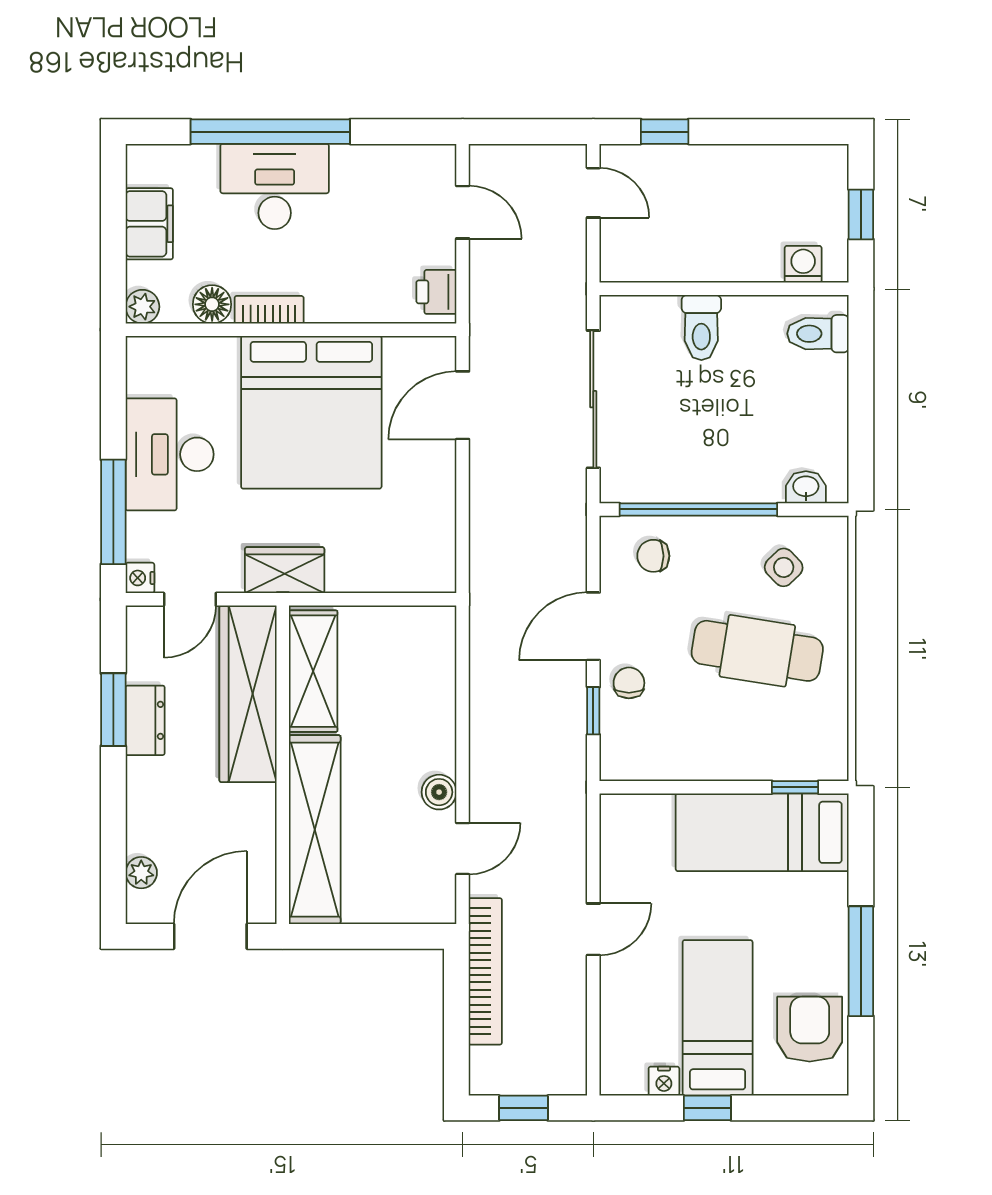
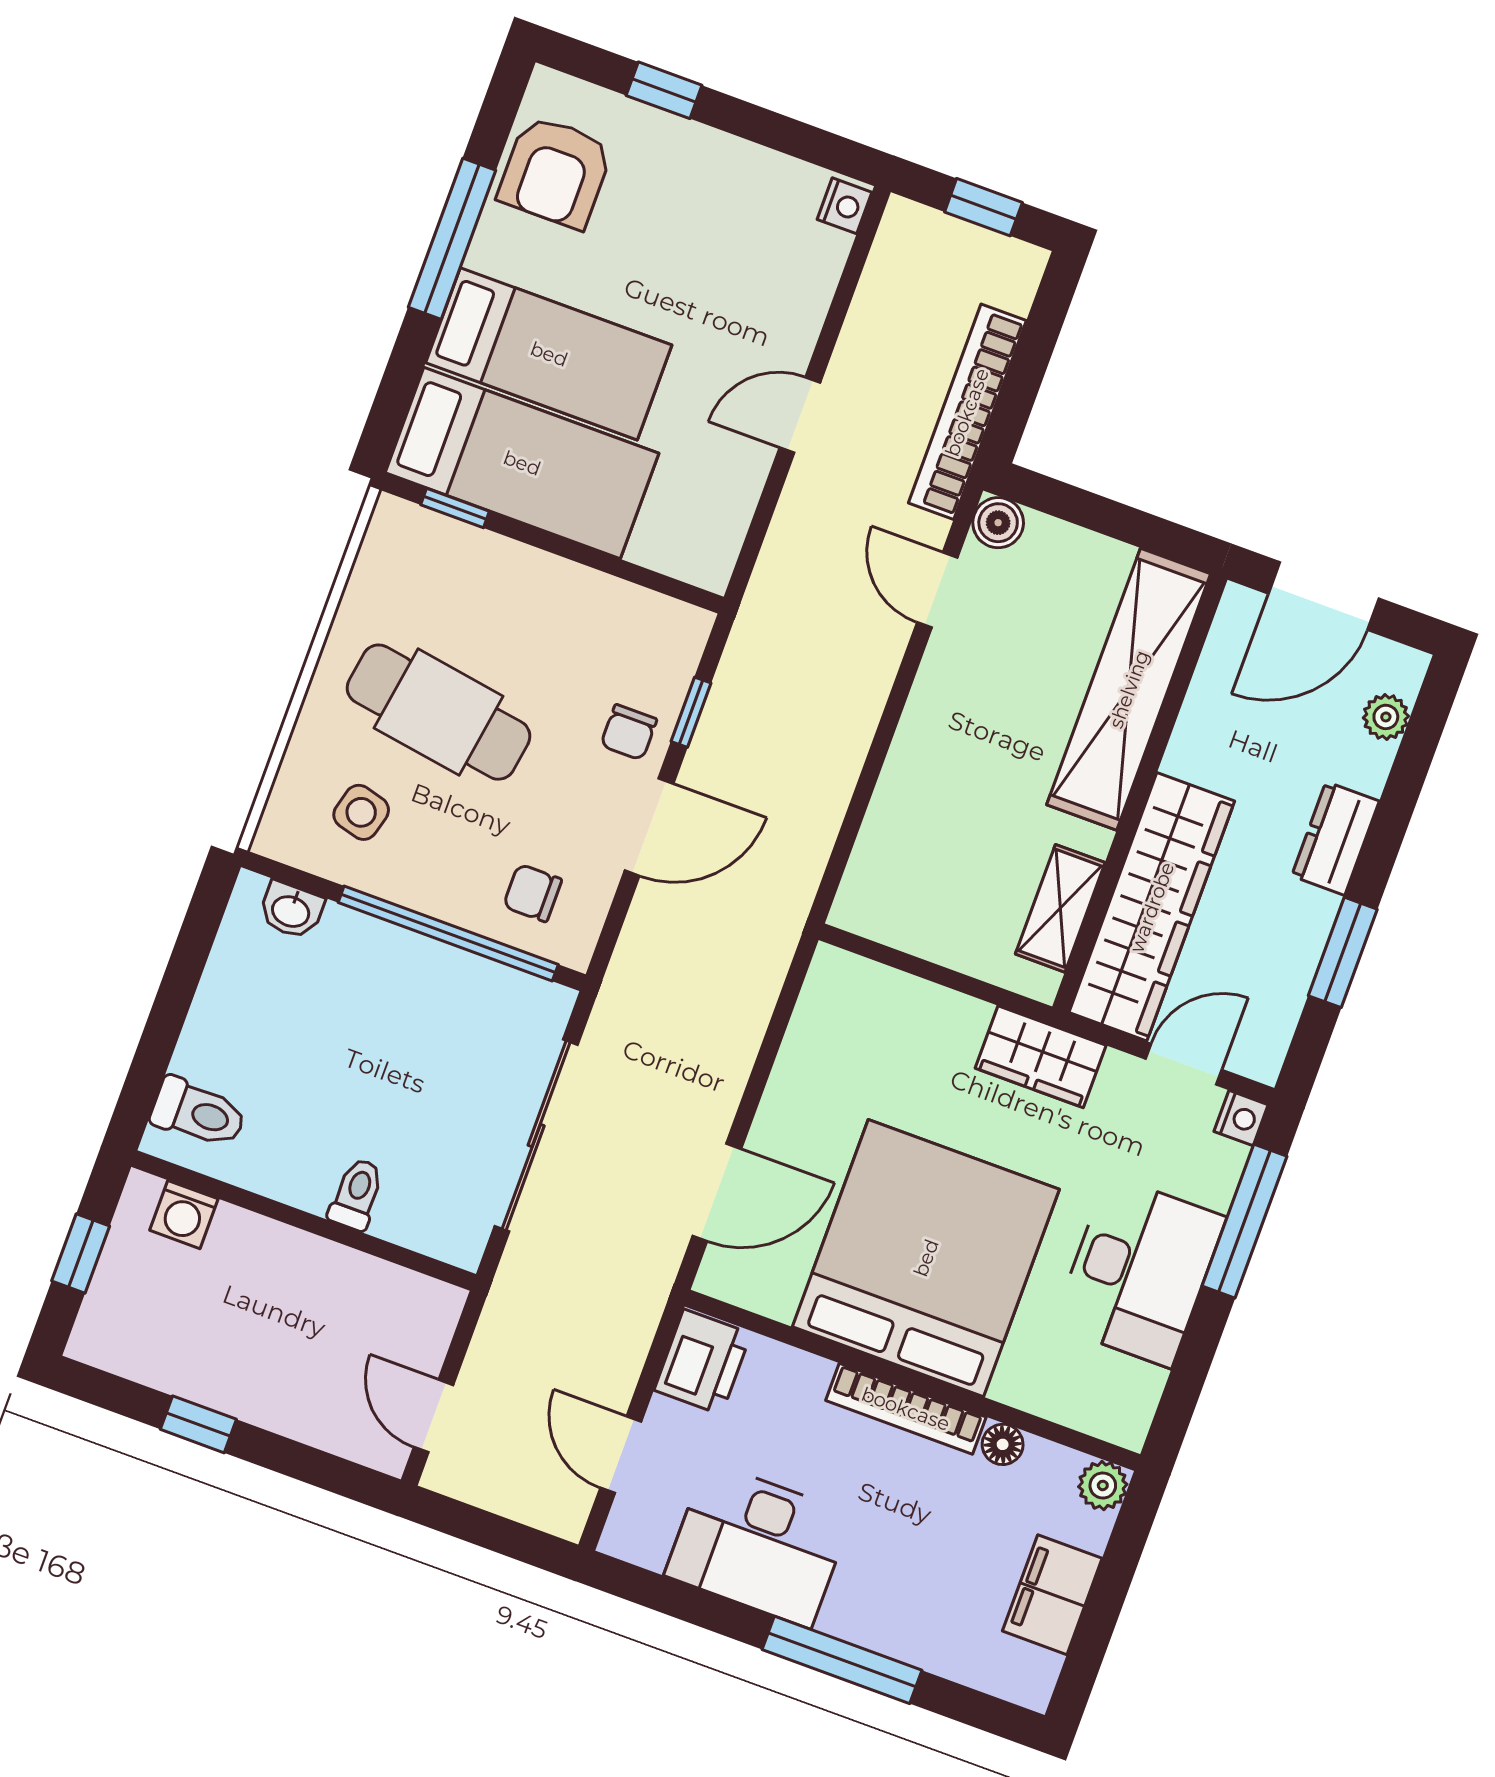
window: (270, 132) -> (842, 1660), width x0.68
window: (665, 132) -> (198, 1424), moved
desk: (275, 186) -> (758, 1545), moved
printer: (436, 292) -> (703, 1362), width x1.36, depth x1.24
floor lamp: (212, 304) -> (1003, 1444), width x0.73, depth x0.73
bookcase: (269, 310) -> (906, 1409), width x1.56
toilet: (701, 328) -> (357, 1194), width x0.73, depth x0.72
chair: (653, 556) -> (532, 893), turned 180
side table: (784, 567) -> (361, 812), turned -31
shelving: (313, 671) -> (1060, 908), width x0.67, depth x0.75
dresser: (145, 720) -> (1335, 839), moved
boiler: (439, 792) -> (998, 523), moved
door: (463, 849) -> (937, 590), hinge flipped
bed: (718, 1018) -> (549, 354), moved, turned -90
nightstand: (664, 1081) -> (845, 206), moved, turned 90
window: (707, 1108) -> (664, 90), moved

